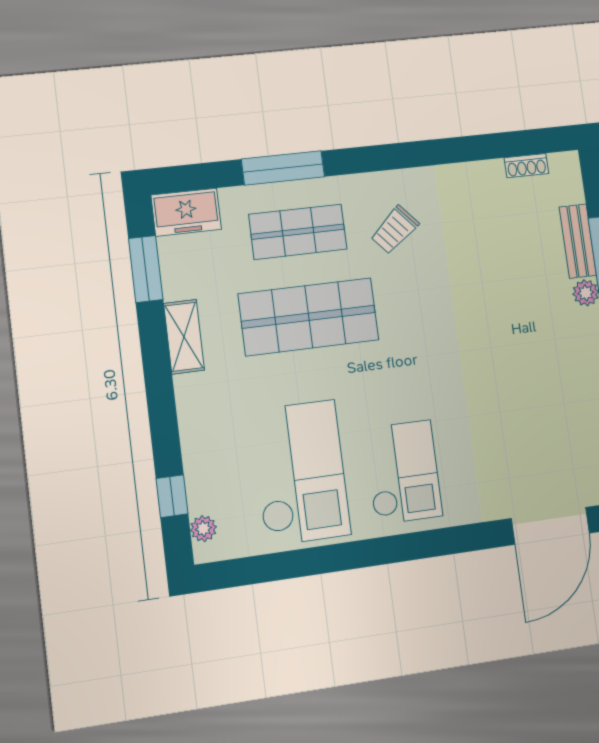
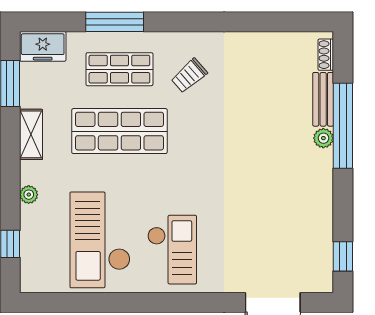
shoe rack: (526, 166) -> (326, 55), moved, turned 90
checkout: (300, 473) -> (100, 240), turned 180
plant: (203, 529) -> (29, 195), moved

